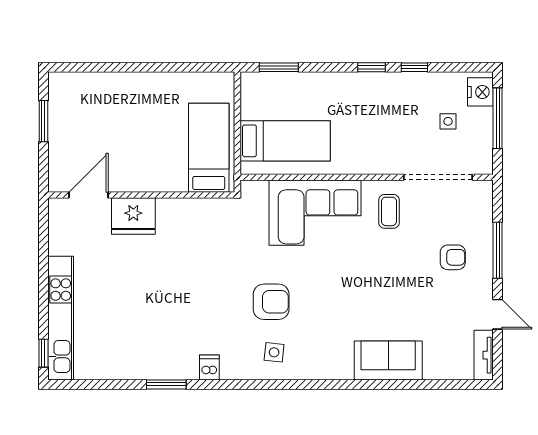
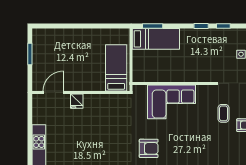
bed: (285, 141) -> (156, 39), moved
coffee table: (389, 211) -> (223, 113), moved
fridge: (133, 216) -> (77, 101), width x0.53, depth x0.75

